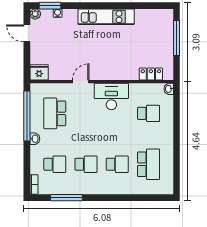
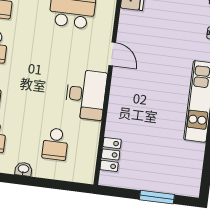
window: (176, 38) -> (157, 197), width x0.69
washbasin: (169, 89) -> (23, 169), moved

